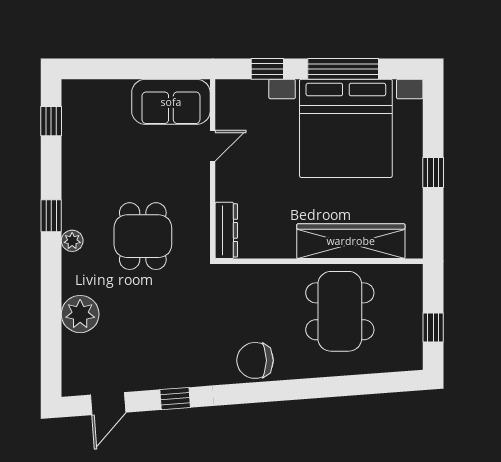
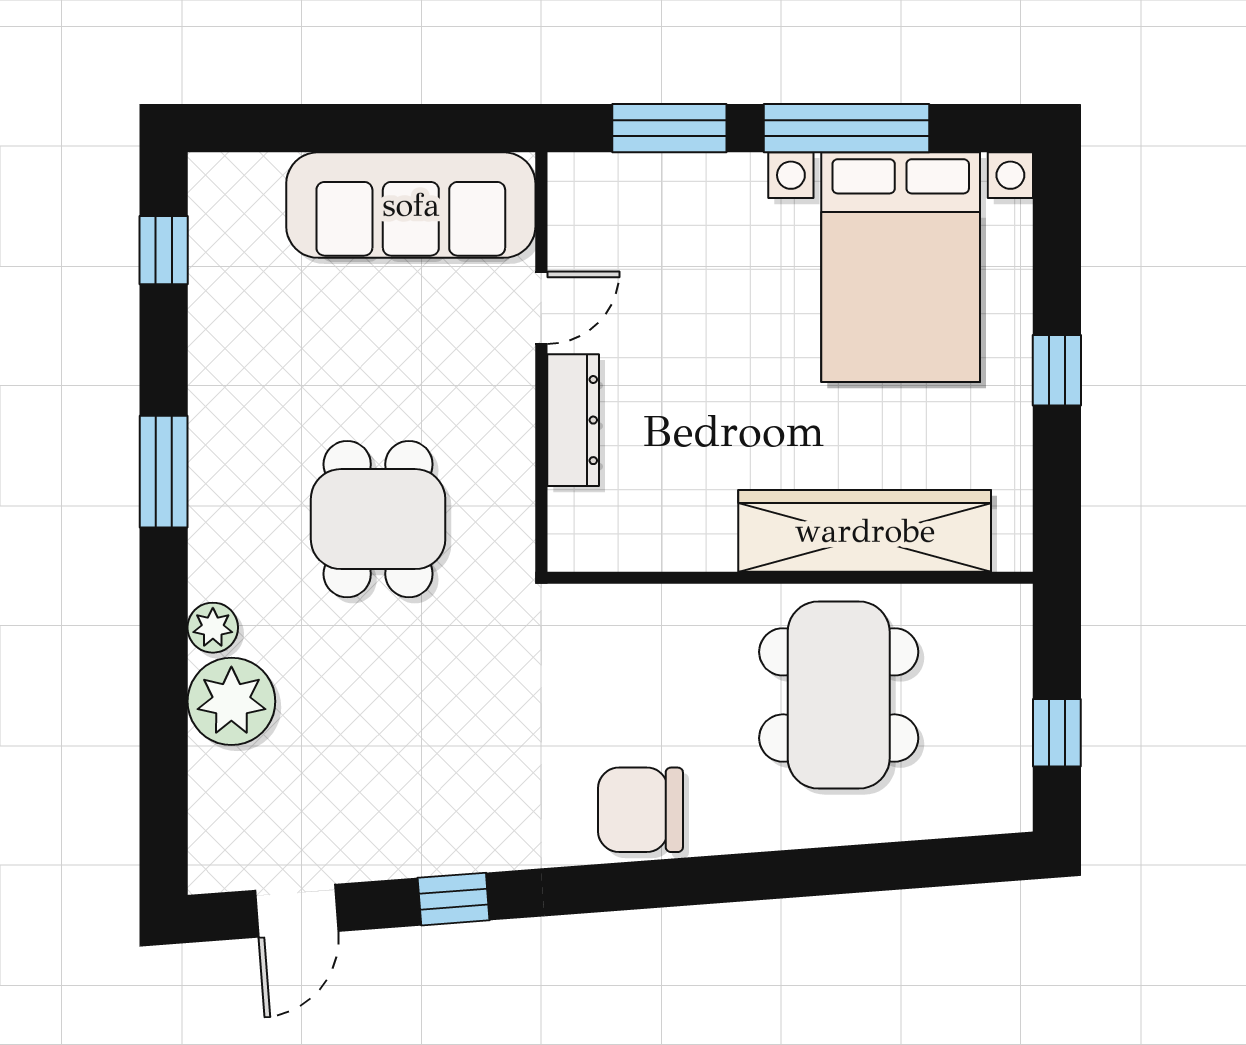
window: (267, 69) -> (669, 128), width x1.50
sofa: (171, 102) -> (411, 205), width x1.36
bed with nightstands: (346, 128) -> (901, 267), width x0.73
window: (51, 216) -> (164, 472), width x1.50
dresser: (226, 230) -> (573, 420), moved
plant: (72, 241) -> (213, 628), moved

